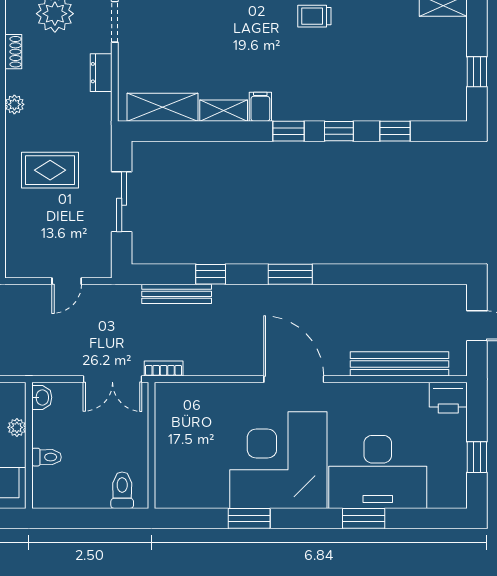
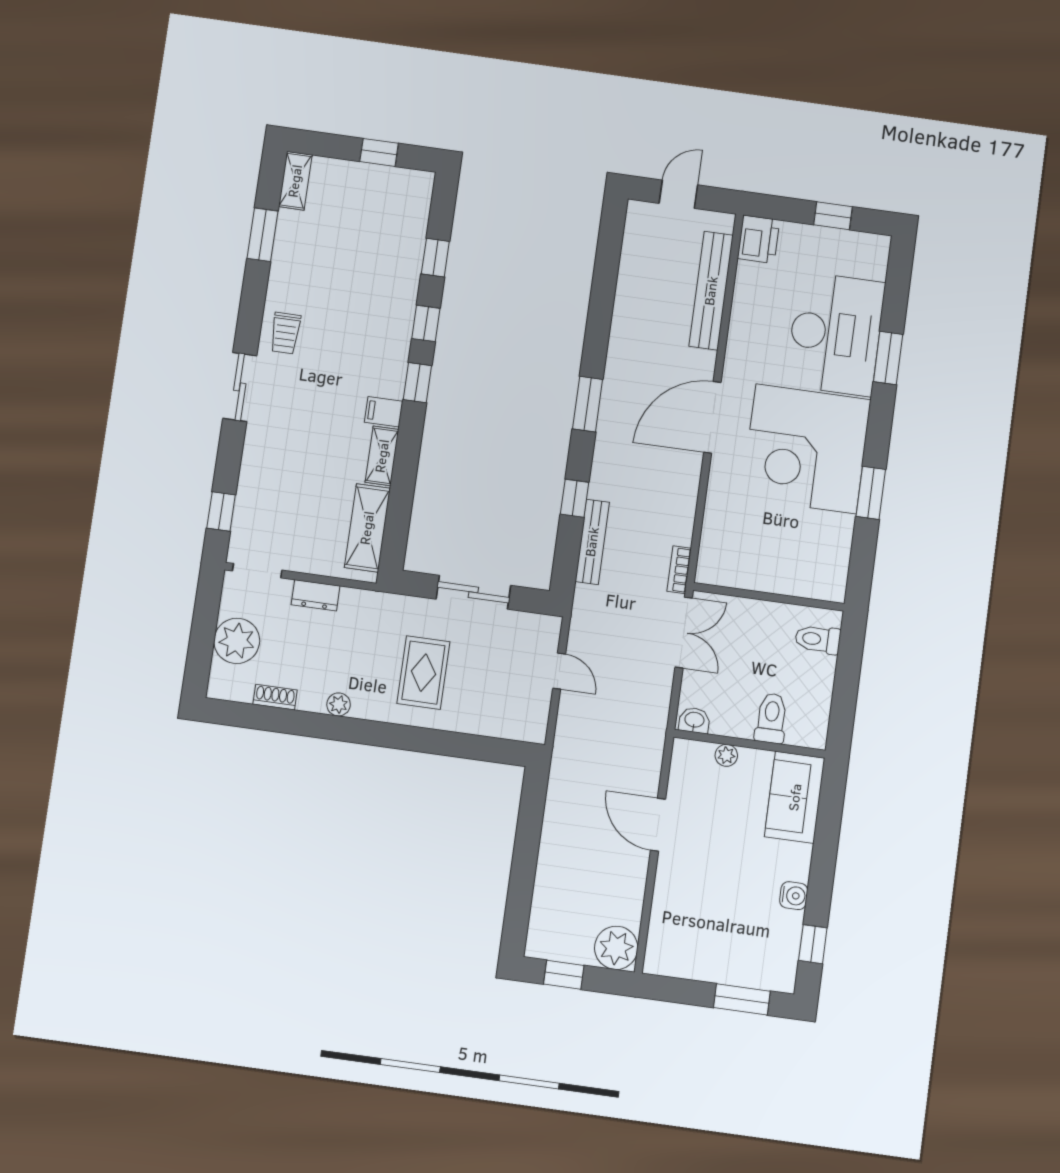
toilet: (47, 457) -> (771, 718), width x1.37, depth x1.39

